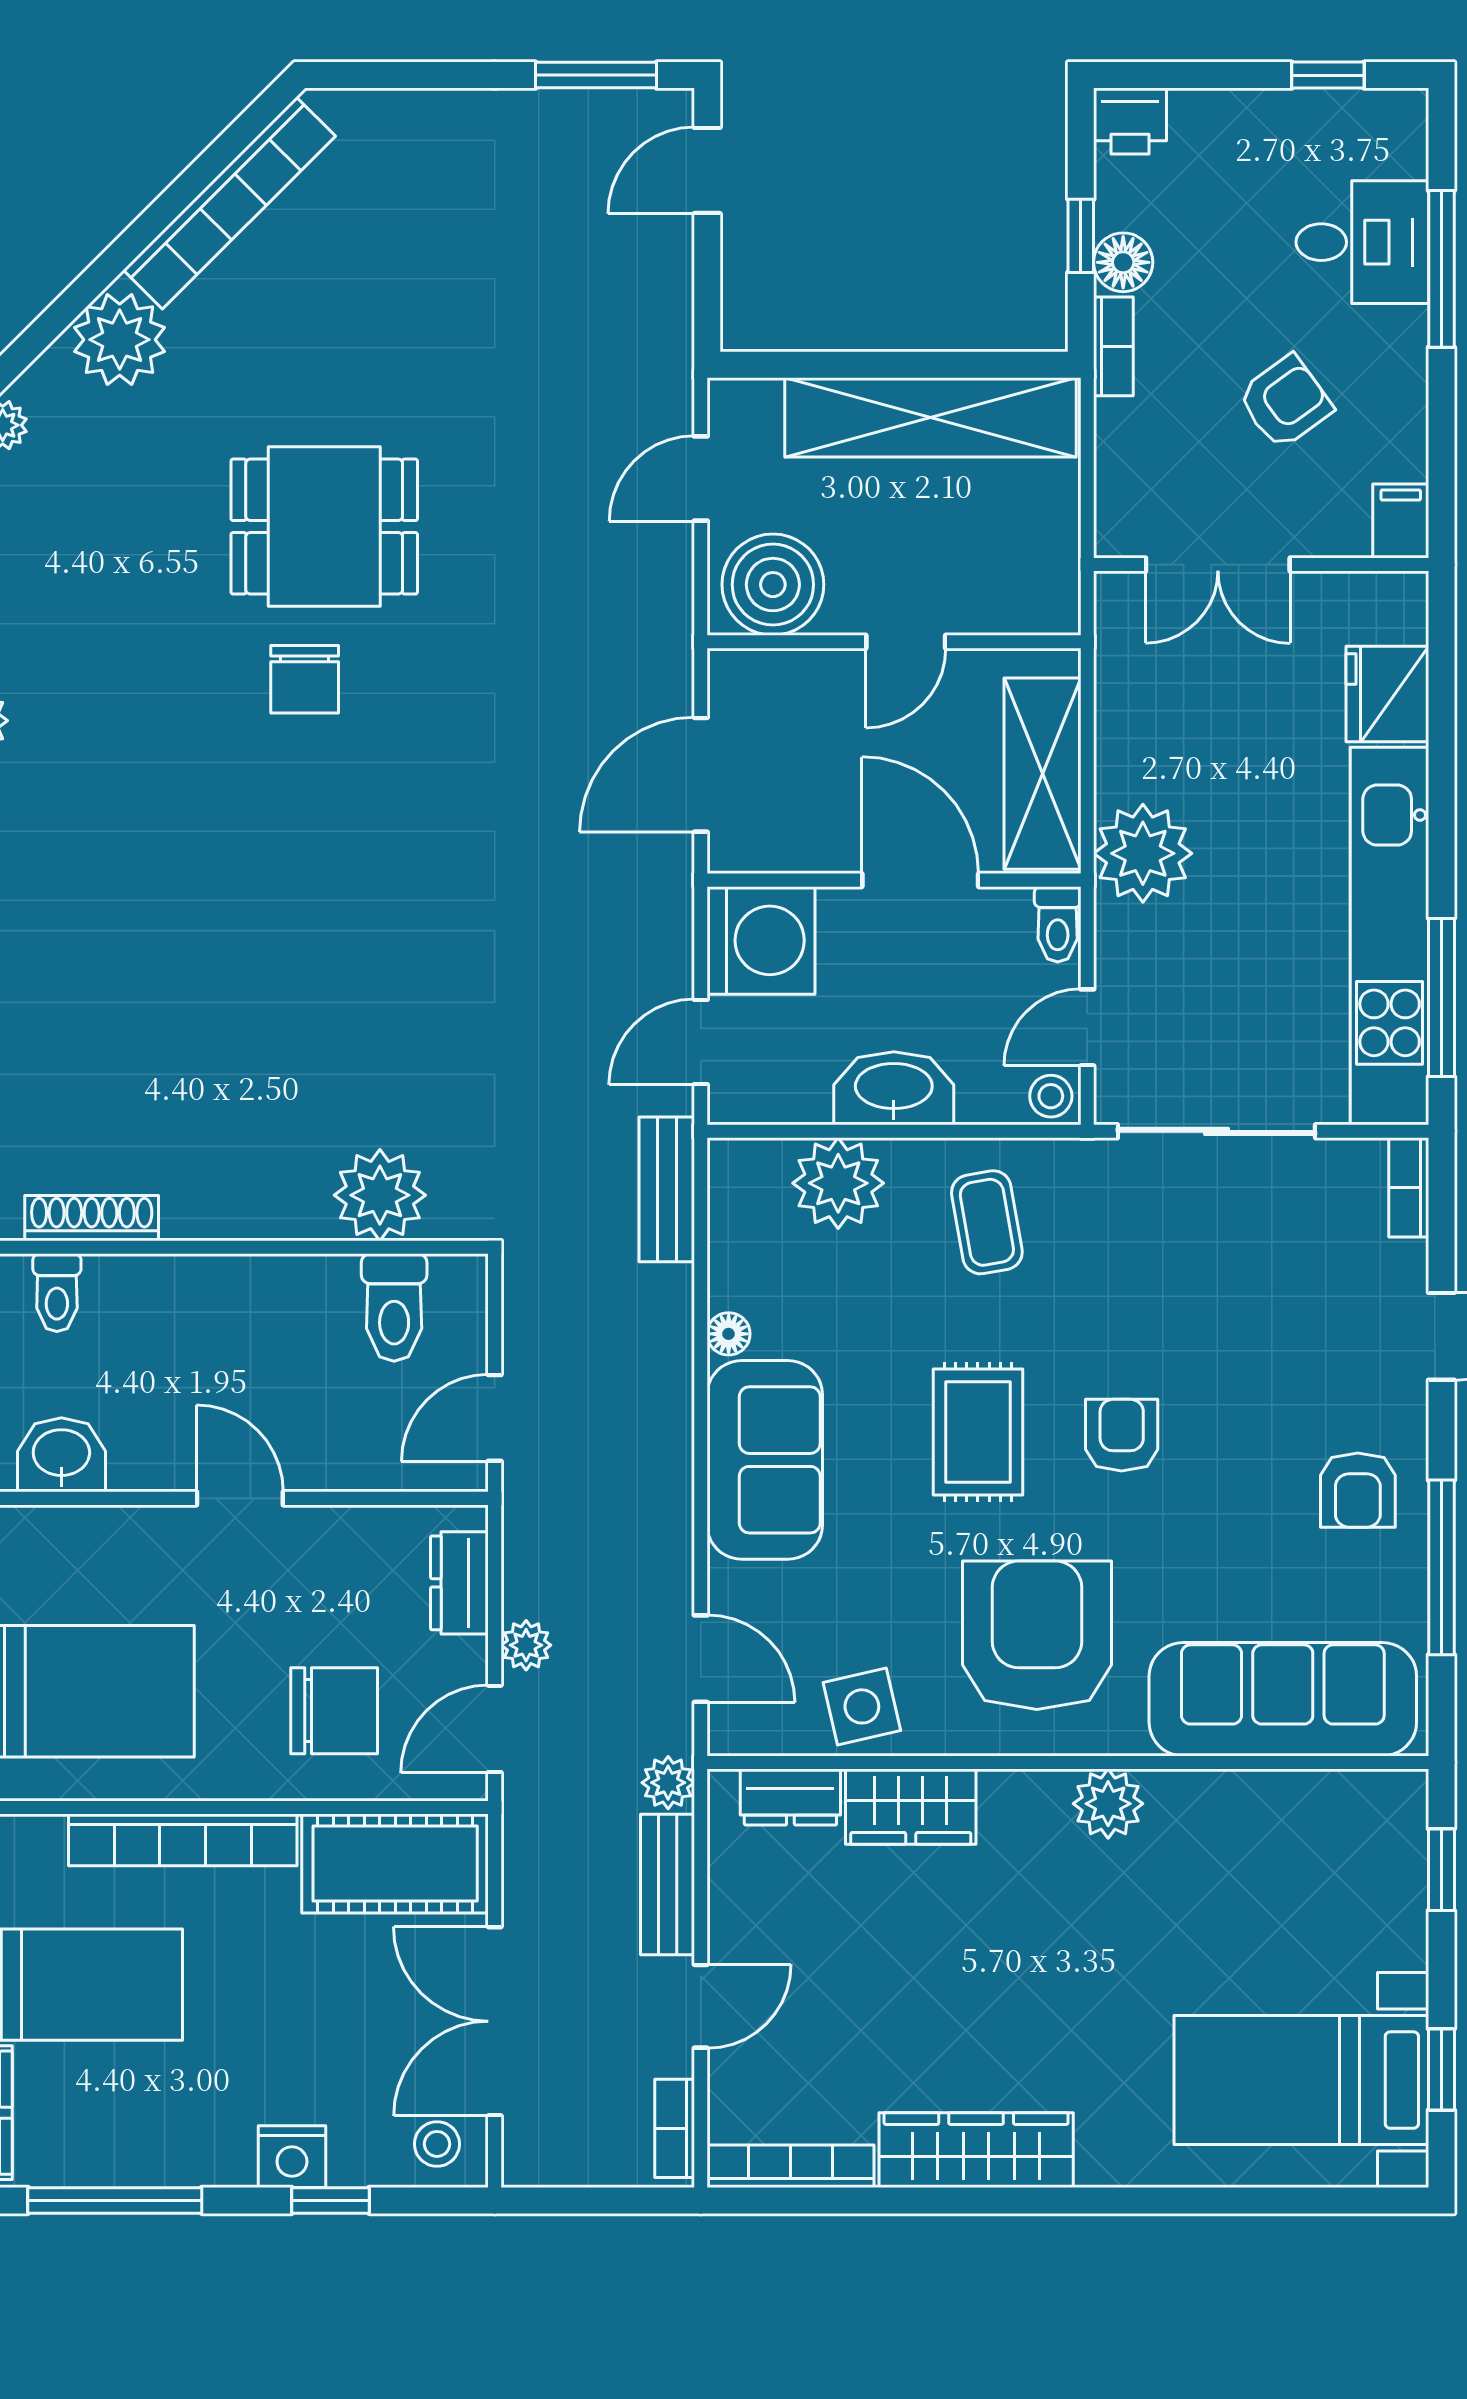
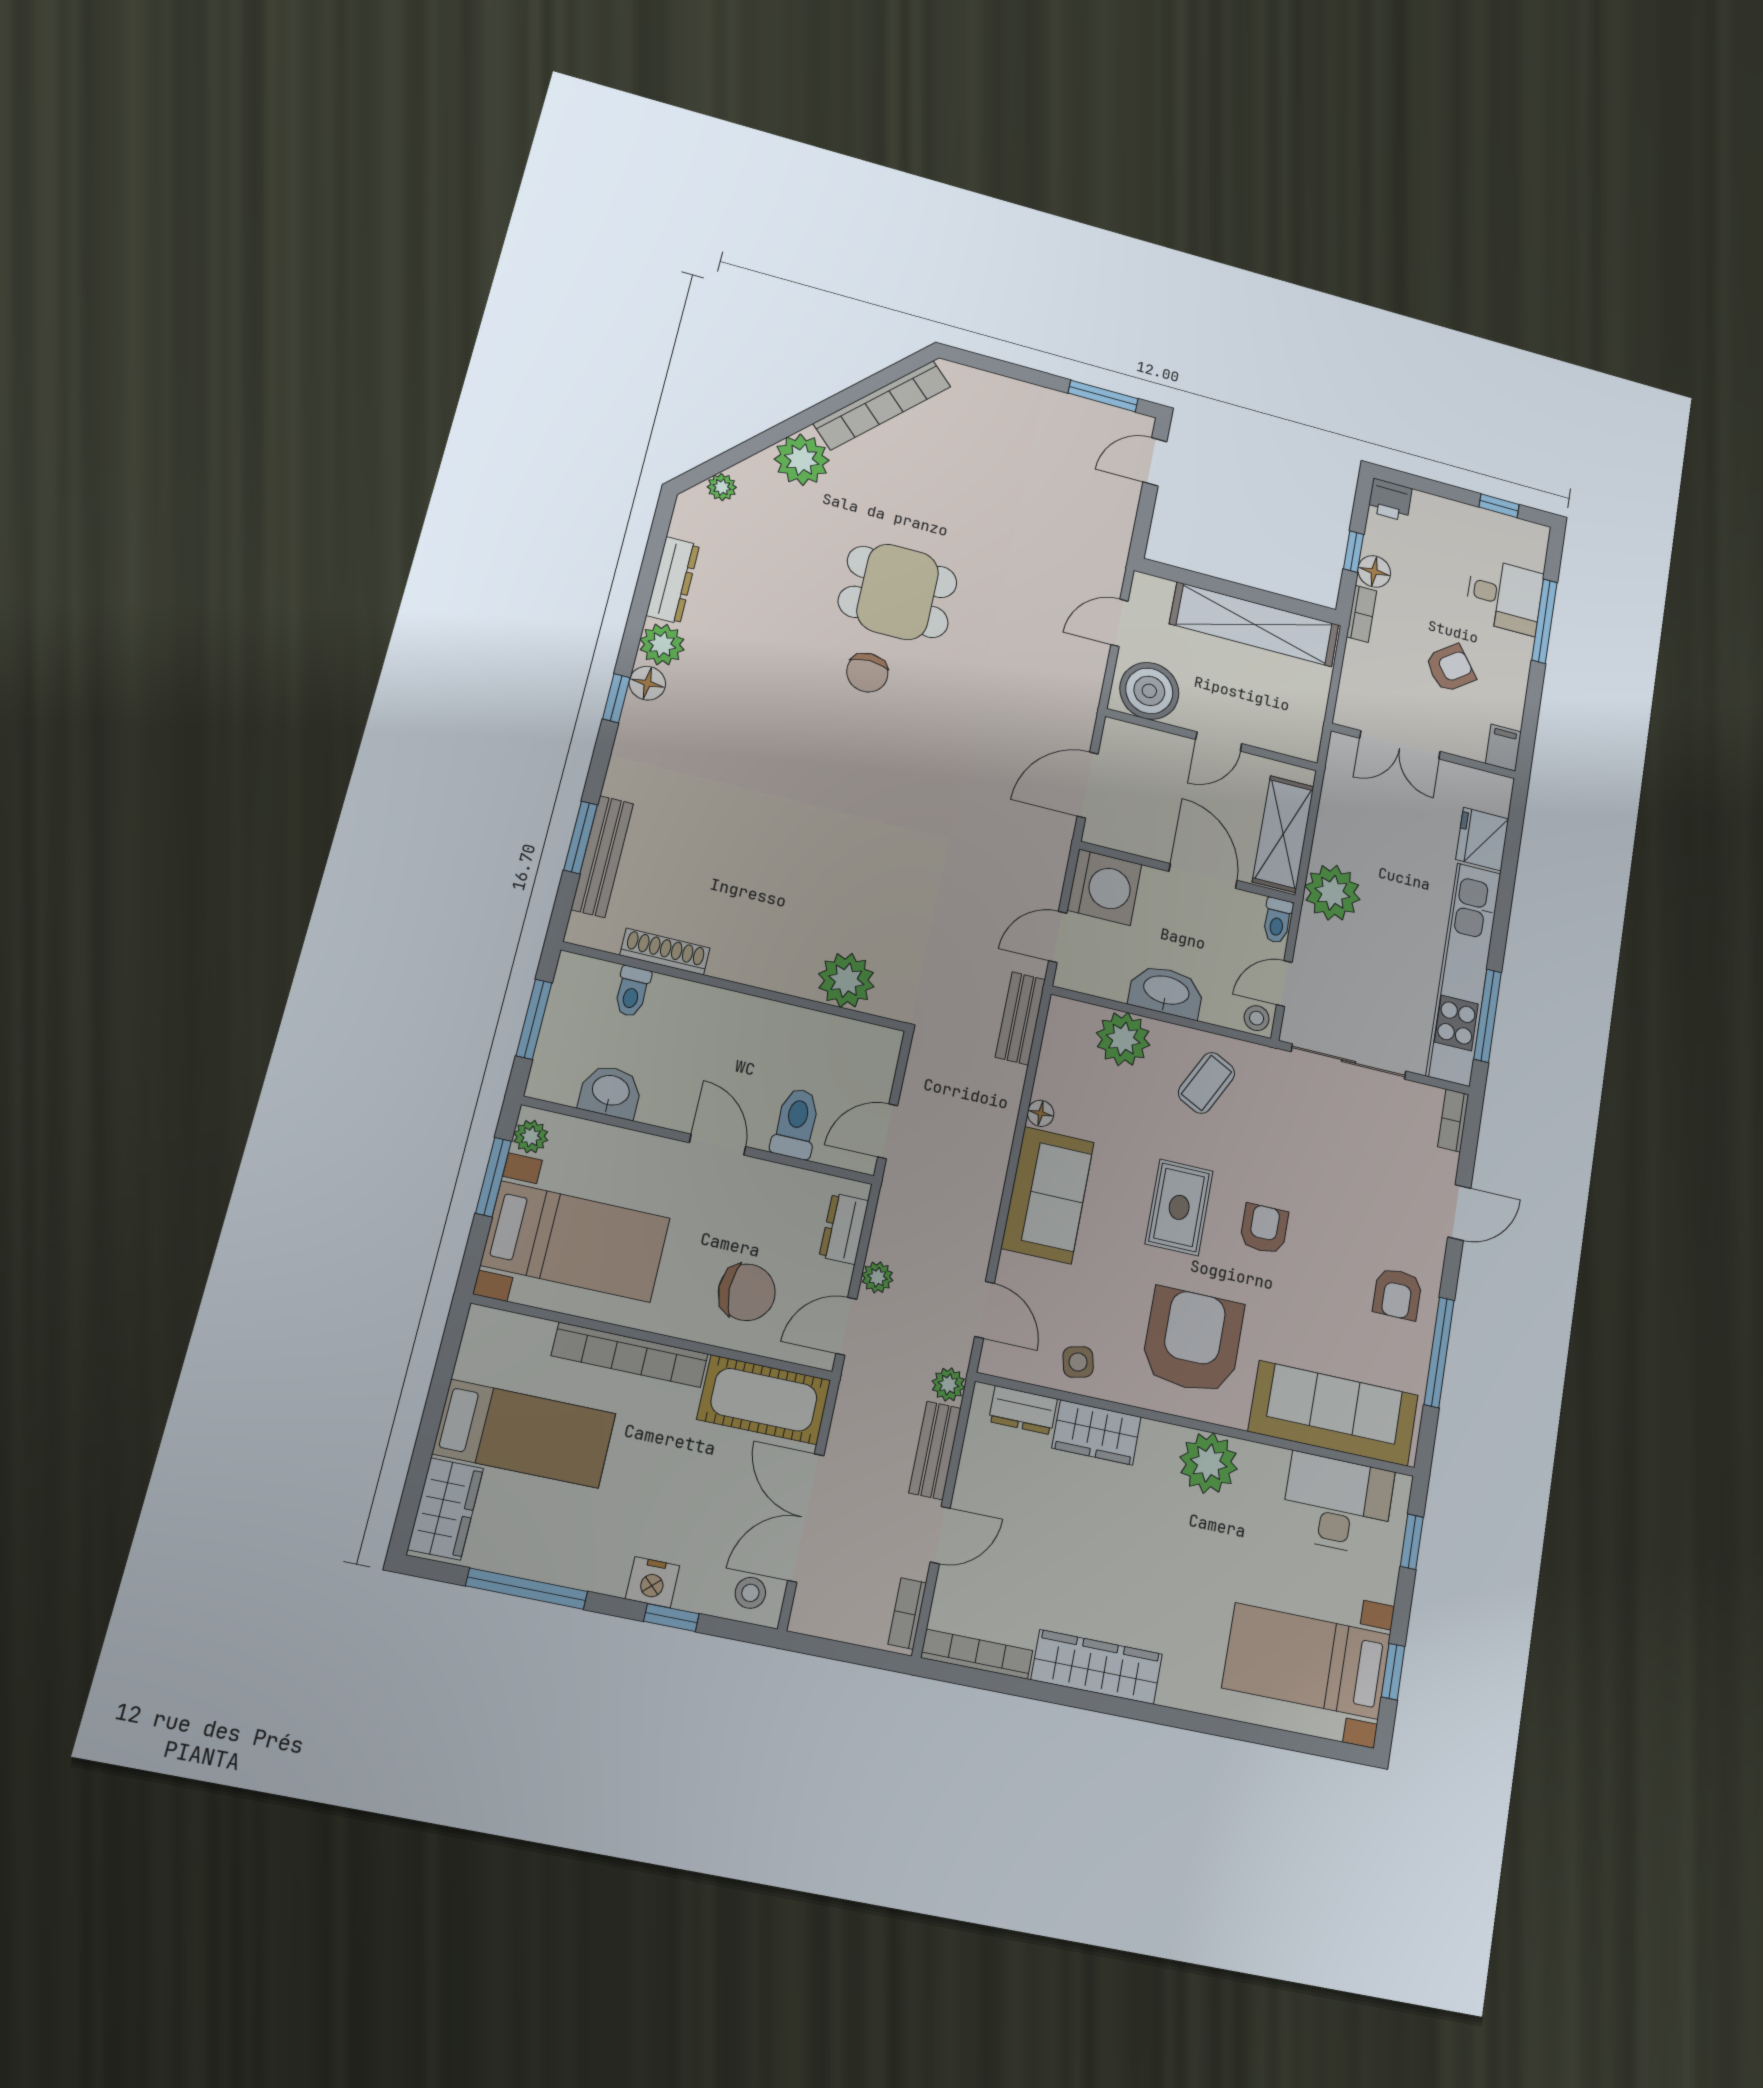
coffee table: (987, 1222) -> (1207, 1083), turned 37
toilet: (394, 1307) -> (796, 1123), moved, turned 180
side table: (862, 1706) -> (1078, 1362), width x0.73, depth x0.73
plant: (1108, 1804) -> (1209, 1463), width x1.36, depth x1.36
desk: (1312, 1836) -> (1338, 1504), added

